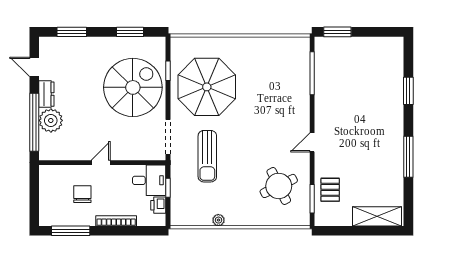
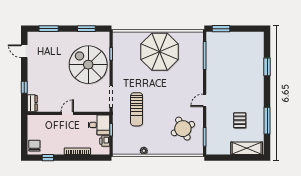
spiral stairs: (133, 87) -> (88, 65), turned -90
parasol: (207, 87) -> (160, 52), moved
dresser: (46, 94) -> (32, 103), moved
plant: (51, 120) -> (35, 86), removed
window: (34, 122) -> (24, 87), width x0.32
window: (408, 157) -> (267, 121), moved
pallet: (330, 190) -> (240, 120), moved
chair: (82, 194) -> (34, 146), moved
window: (71, 231) -> (48, 158), width x0.46

